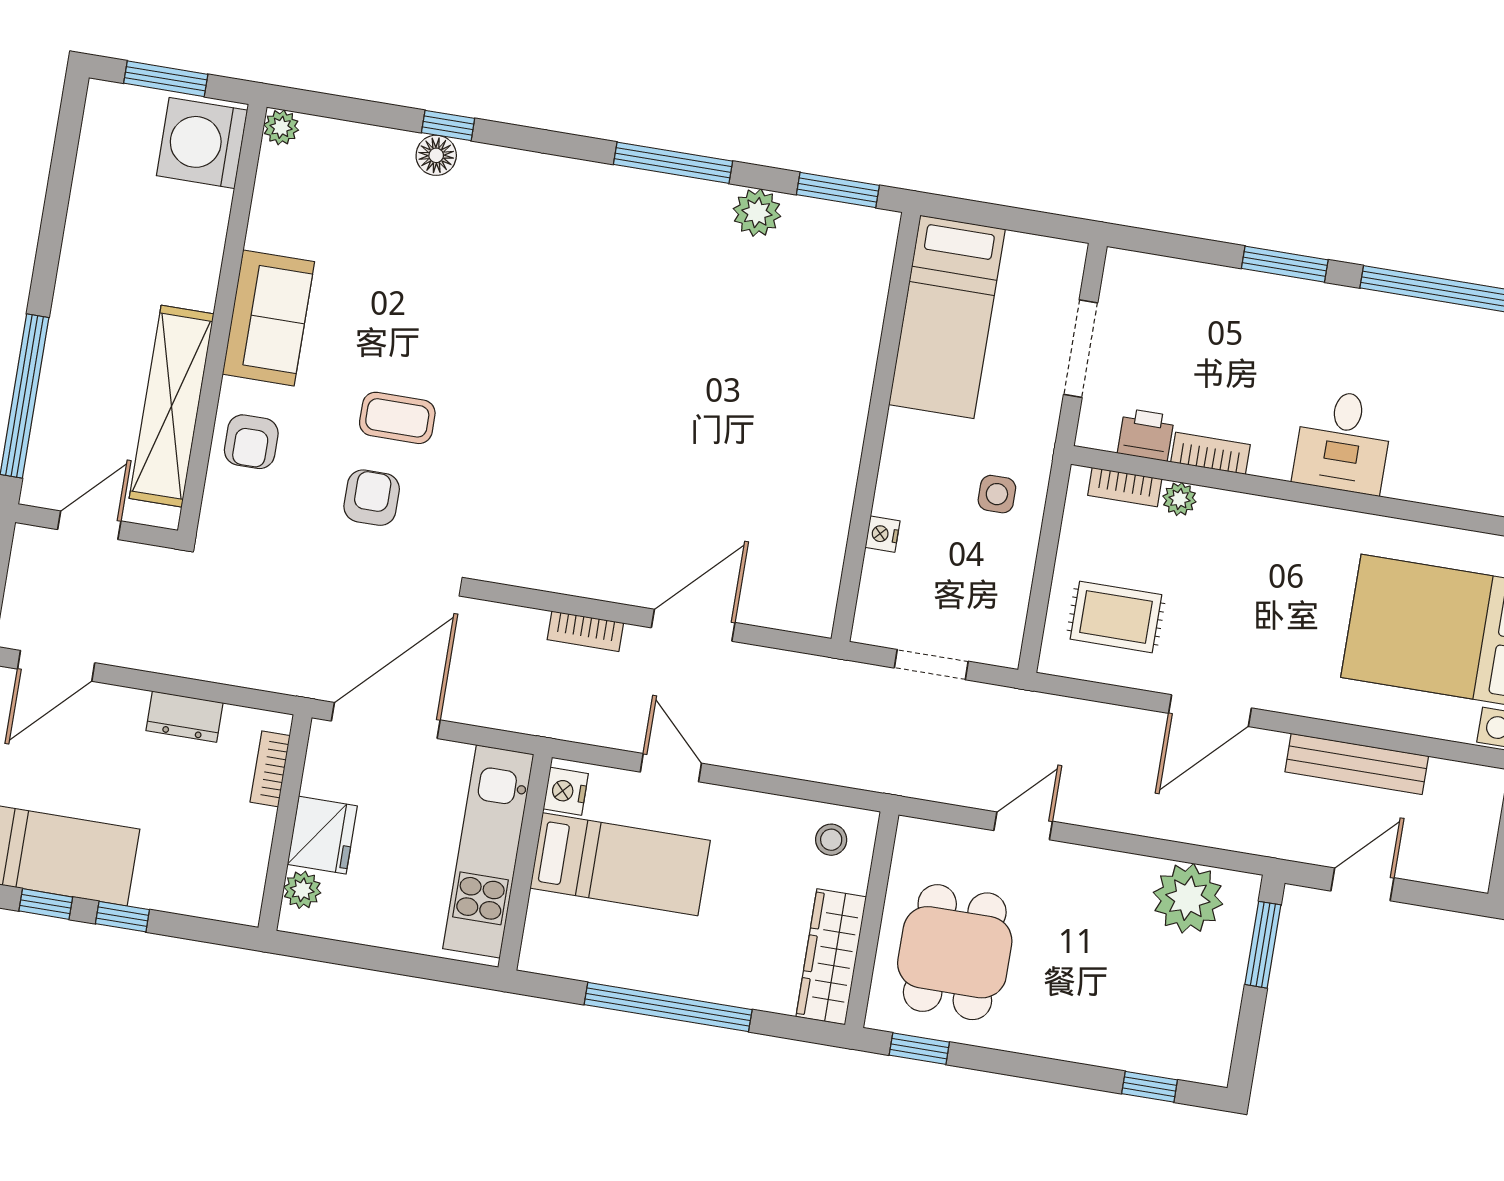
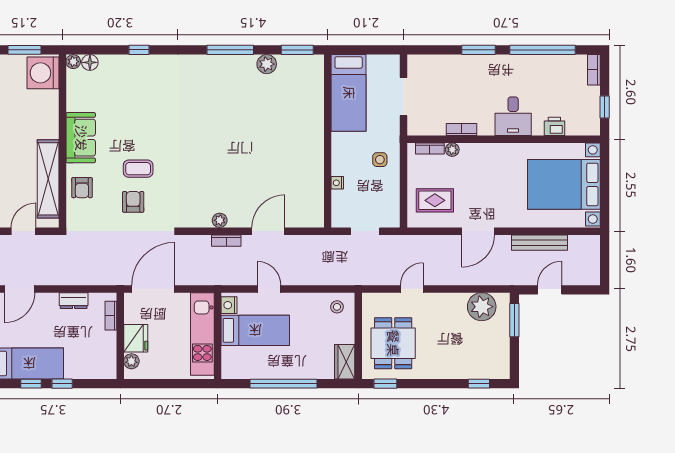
floor lamp: (436, 155) -> (90, 62), moved
printer: (1146, 435) -> (554, 126), moved
plant: (577, 578) -> (220, 220), added
wardrobe: (831, 957) -> (345, 362), width x0.67

